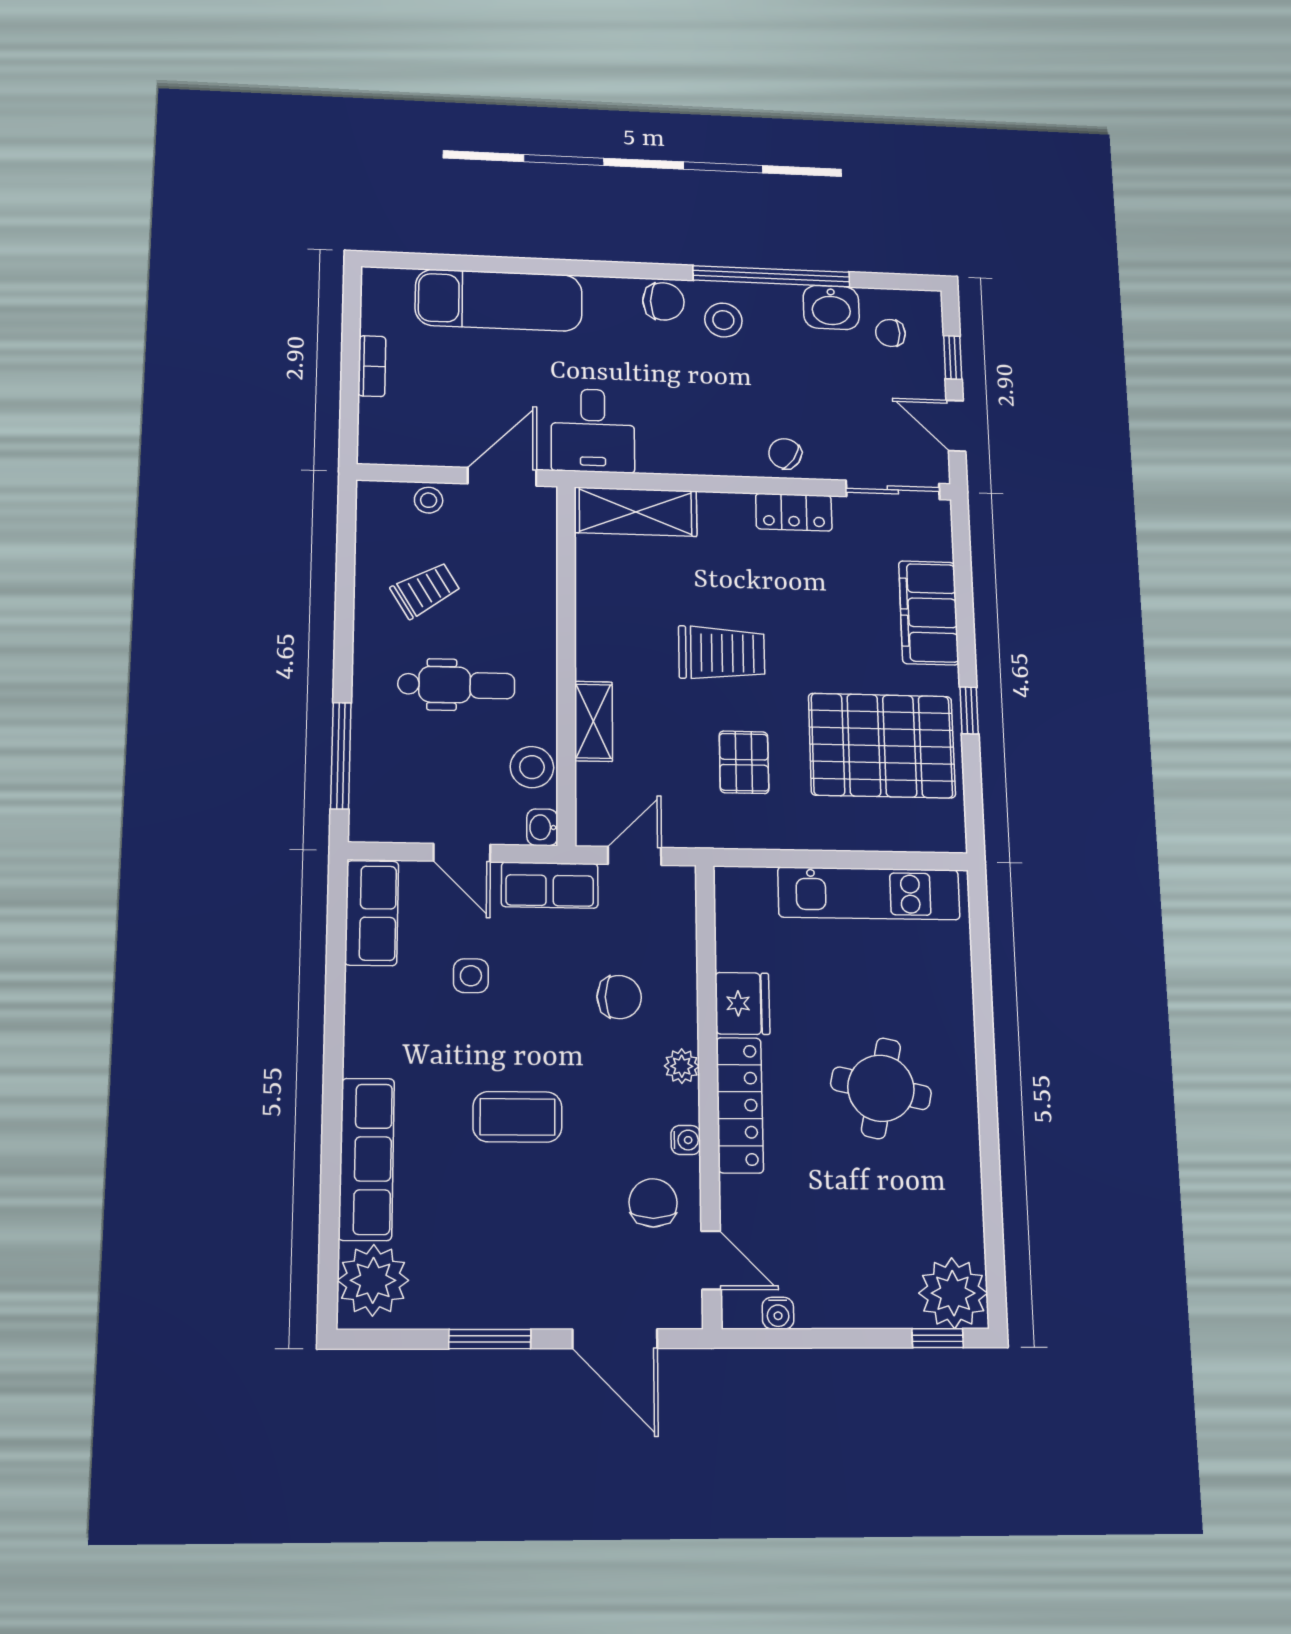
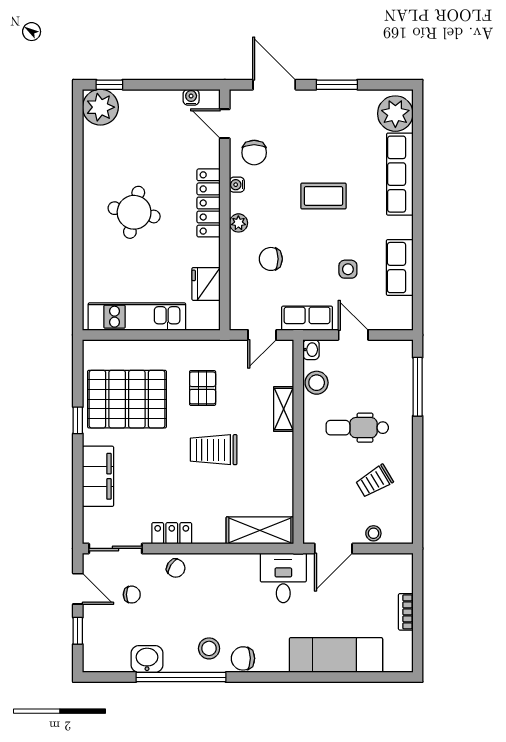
chair: (890, 333) -> (132, 595), moved
row of seats: (372, 913) -> (400, 268), moved
fridge: (742, 1003) -> (206, 284), moved

